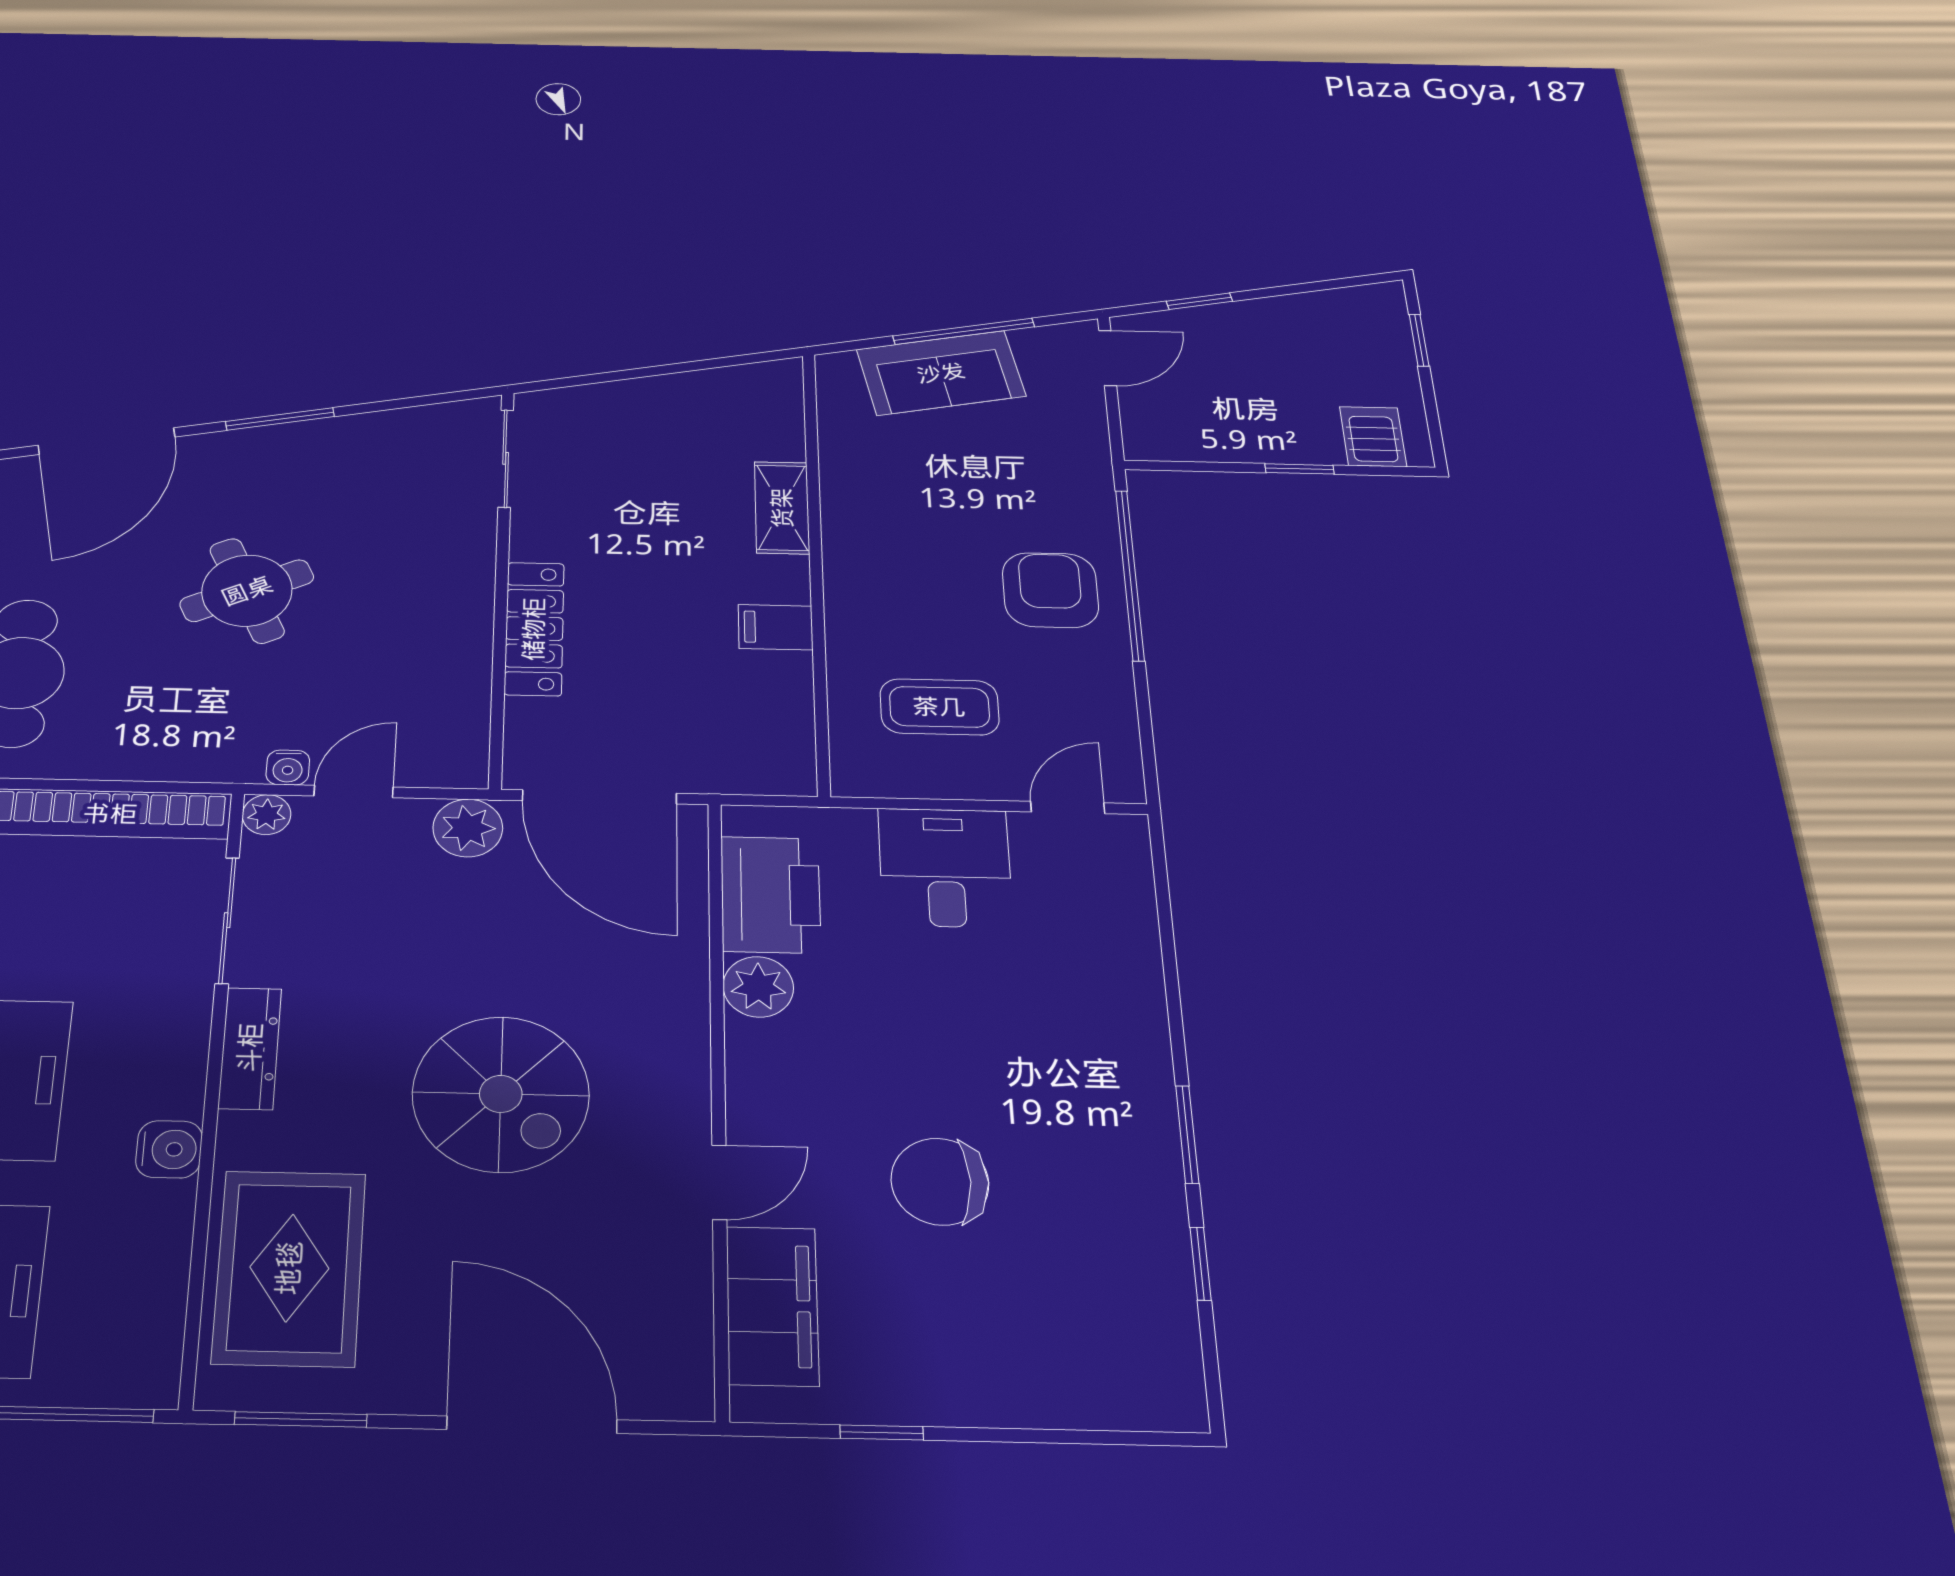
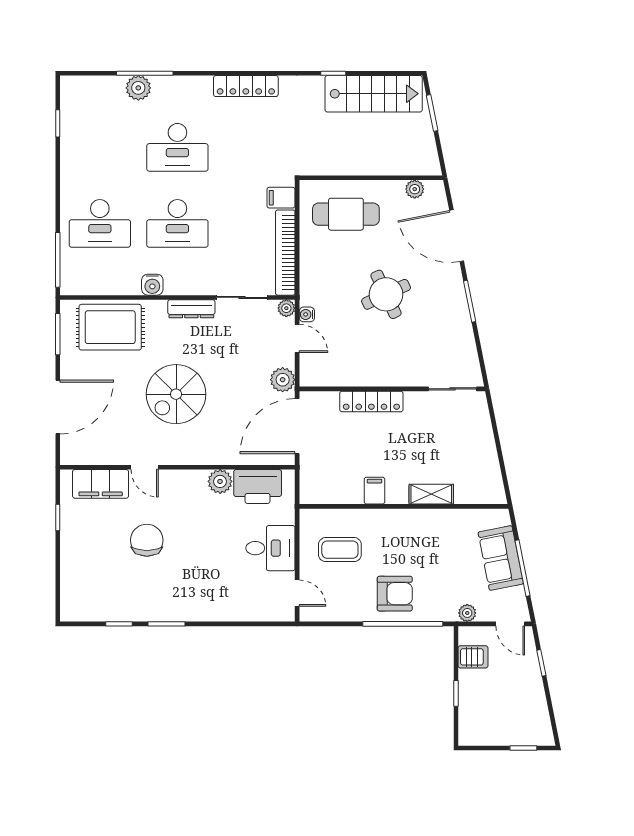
server rack: (1373, 437) -> (473, 657), moved
plant: (1088, 442) -> (467, 613), added
coffee table: (939, 707) -> (340, 550), turned 90

